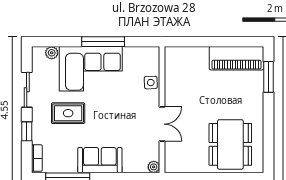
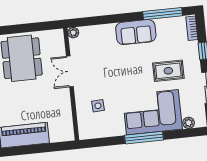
wall: (162, 110) -> (71, 84), moved
double door: (162, 124) -> (70, 71), moved
plant: (154, 167) -> (73, 33), moved

